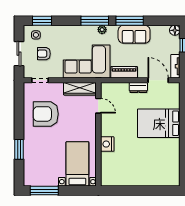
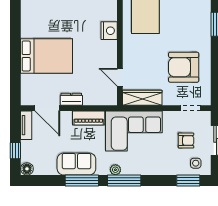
armchair: (46, 114) -> (184, 67), turned 180

